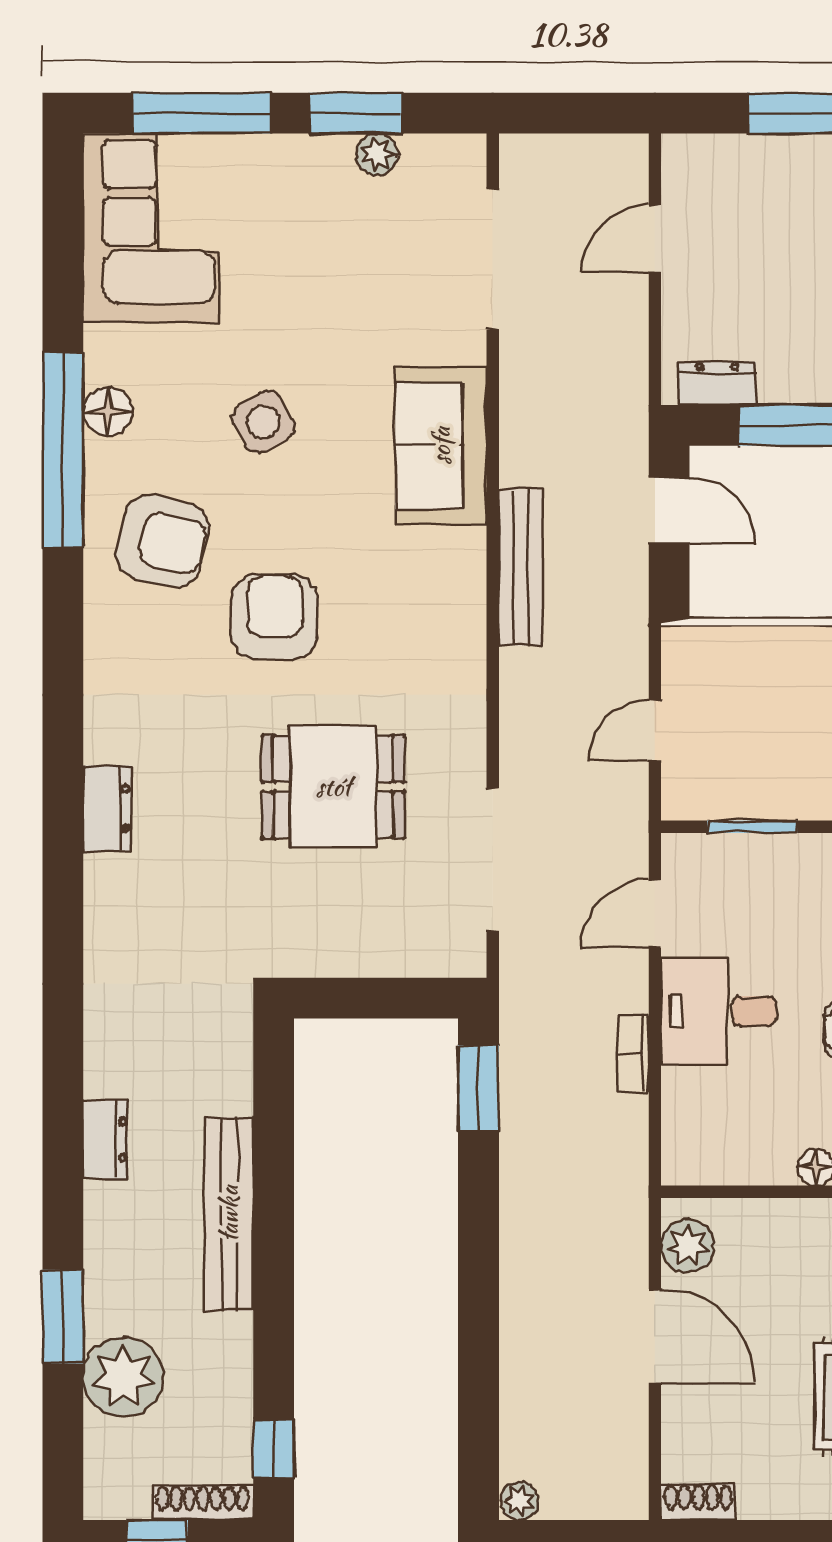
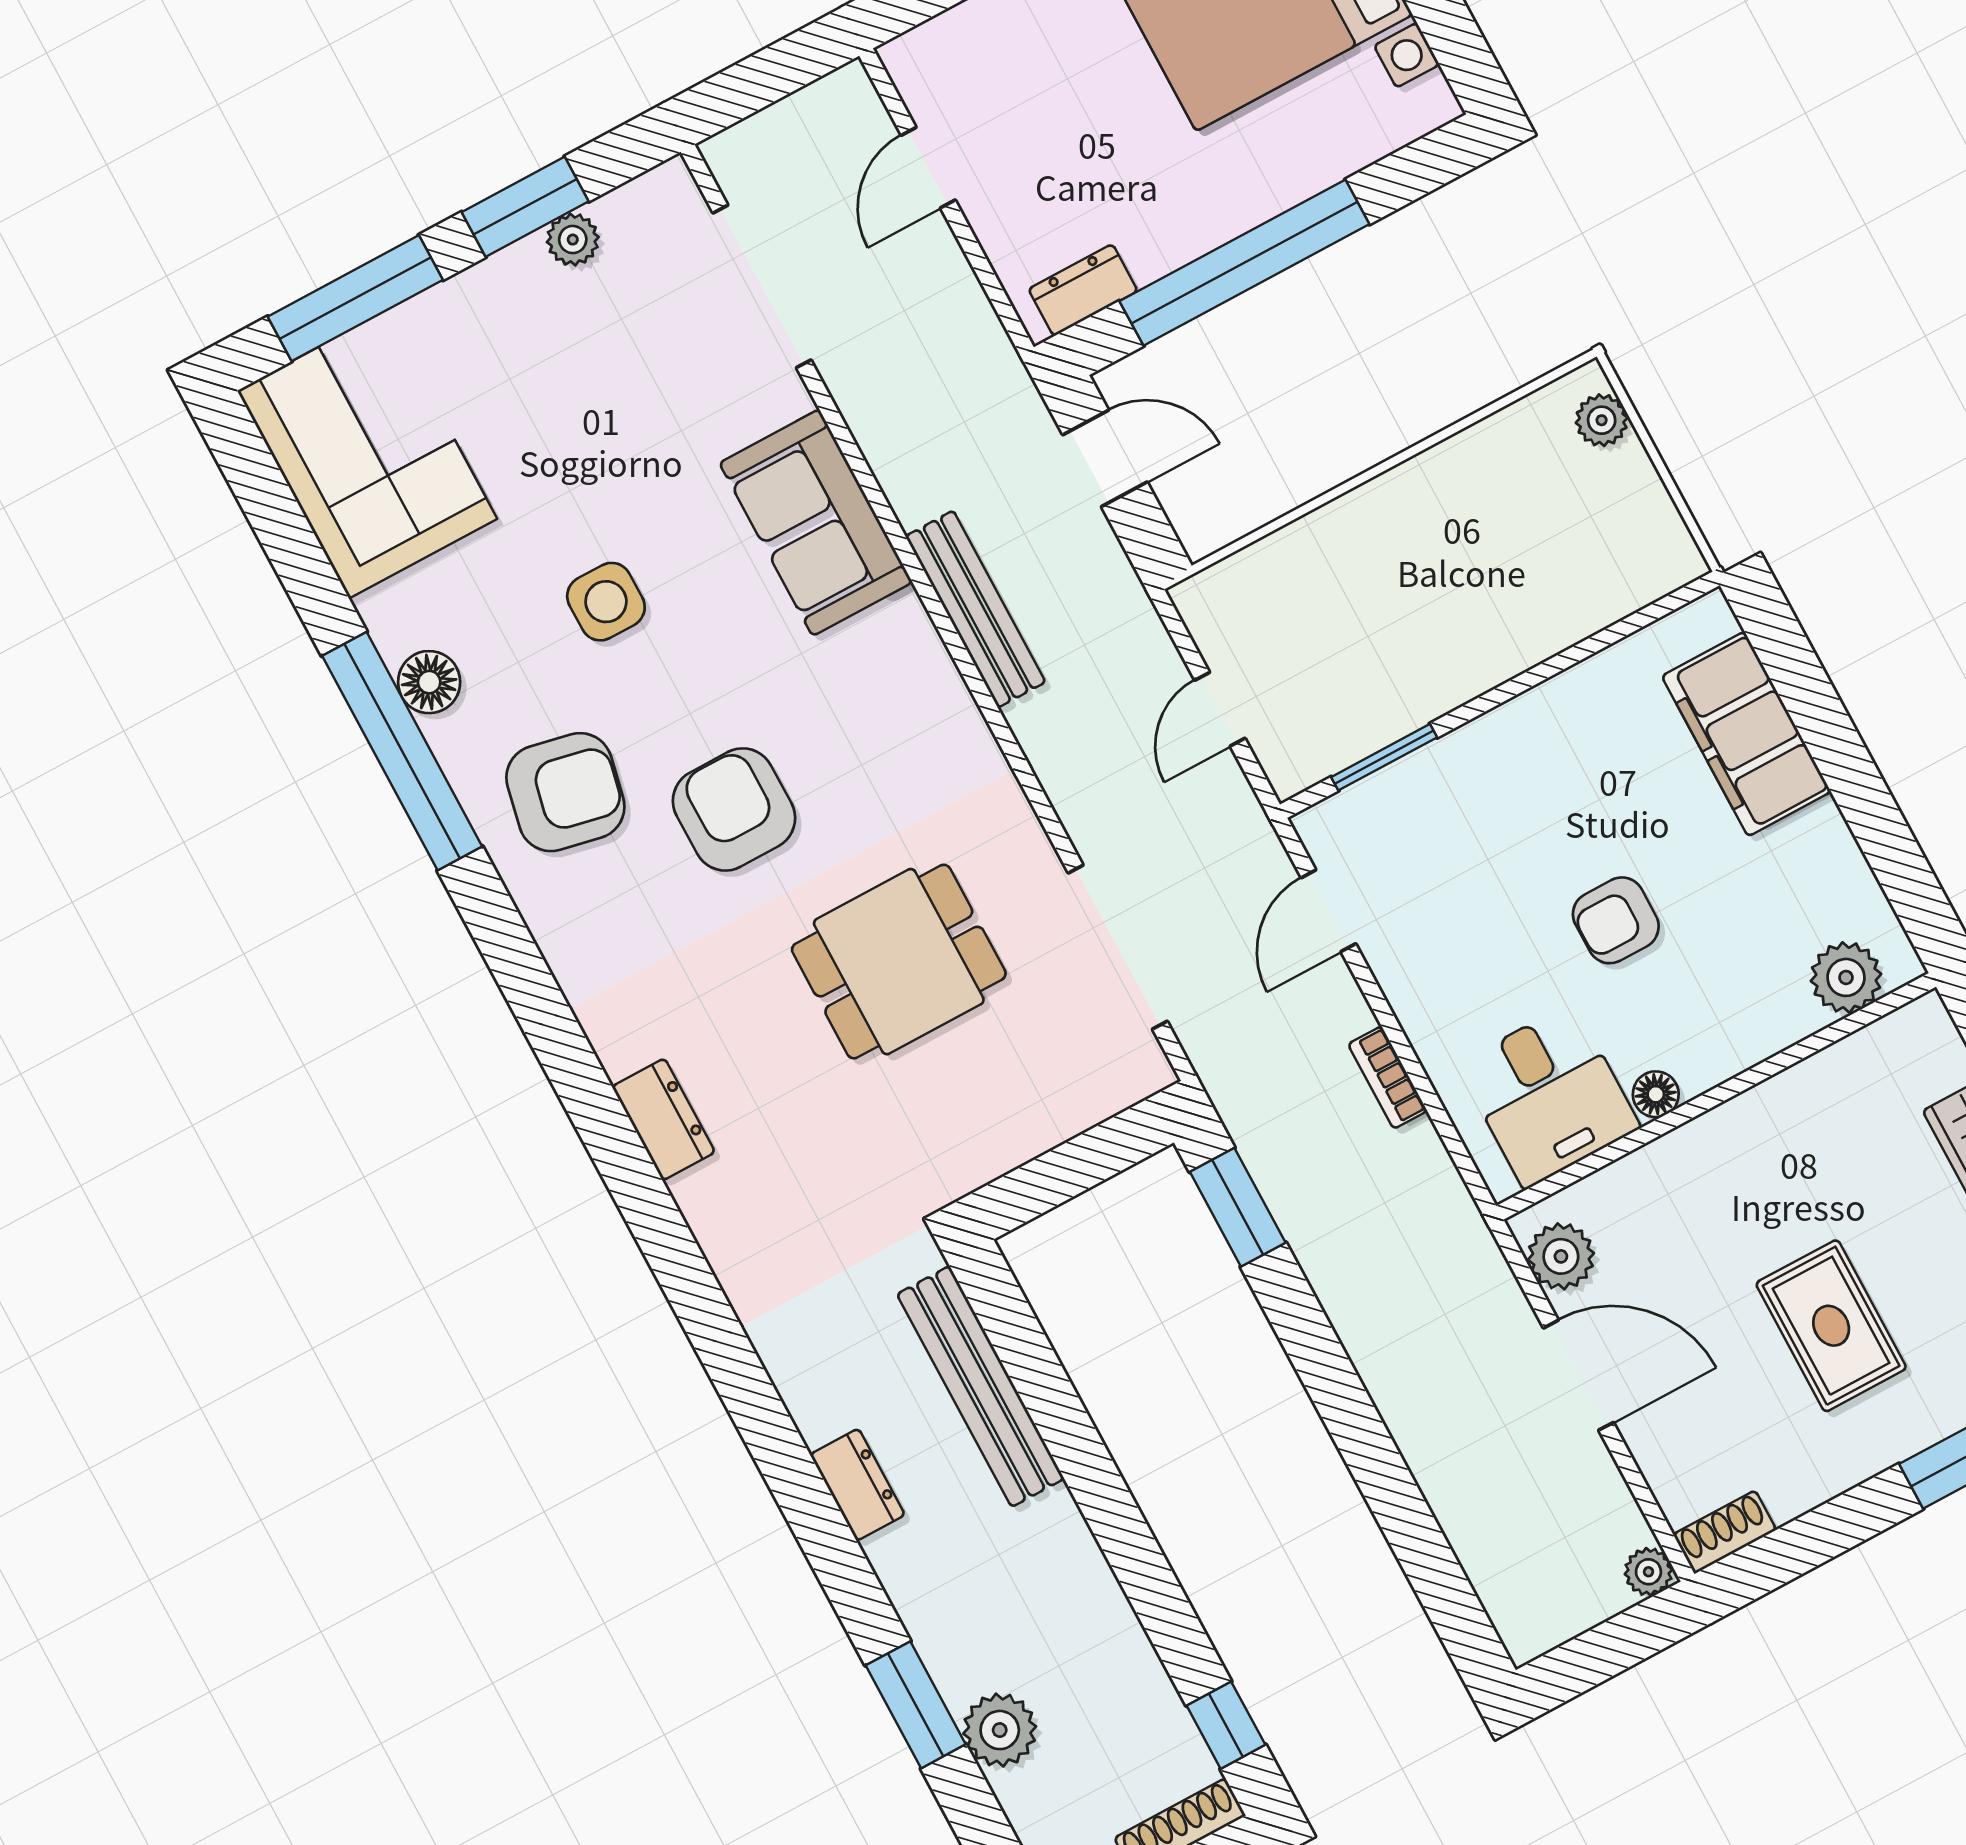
side table: (263, 422) -> (606, 602), turned 30
desk: (719, 1011) -> (1549, 1096), moved, turned -90
bench: (229, 1214) -> (981, 1386), moved
plant: (123, 1377) -> (1000, 1730), width x0.73, depth x0.73
plant: (519, 1501) -> (1648, 1572), moved

